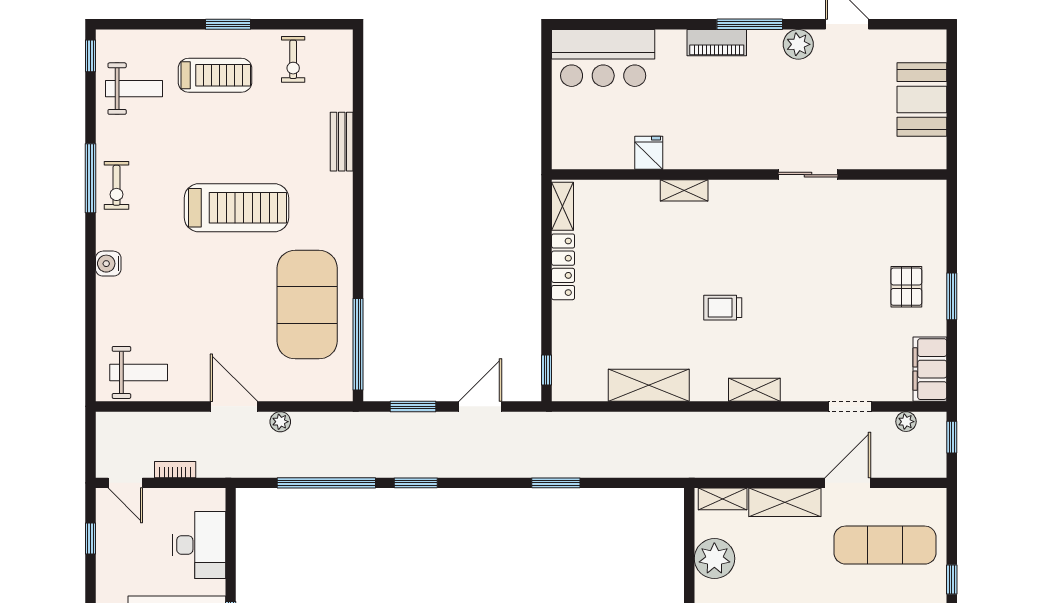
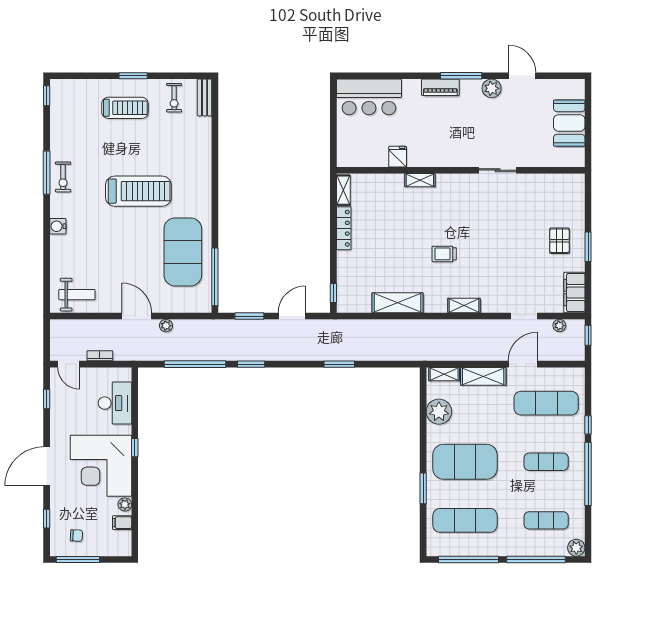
weight bench: (134, 89) -> (74, 116), removed
bench: (342, 142) -> (205, 97), moved

